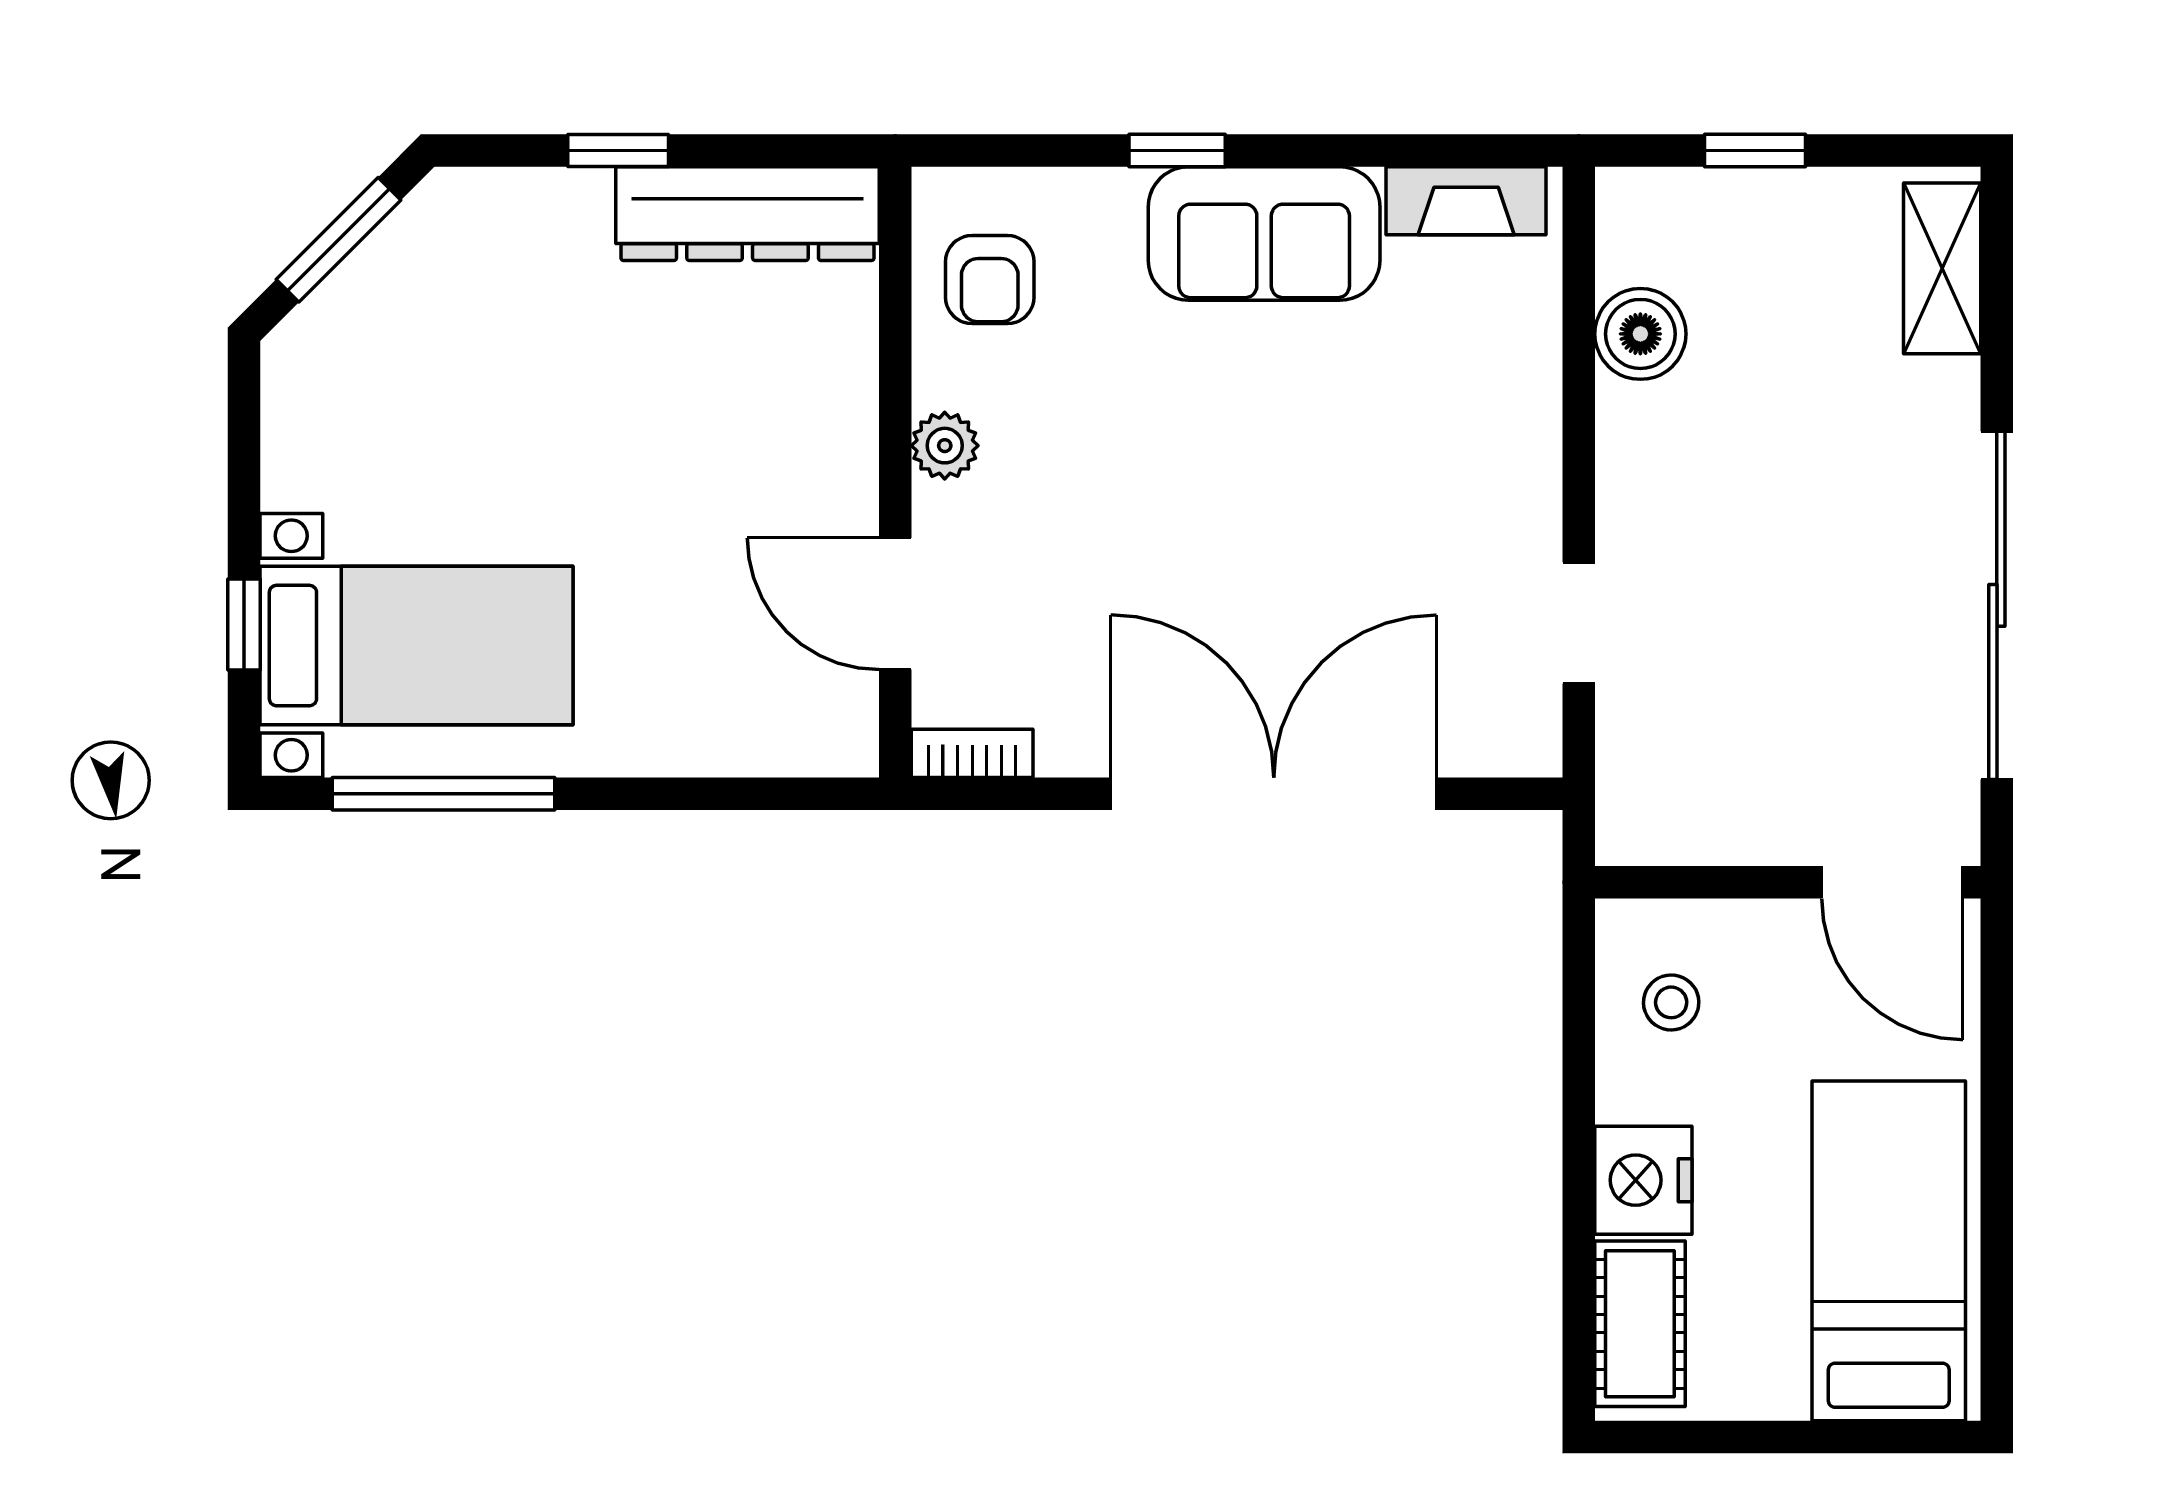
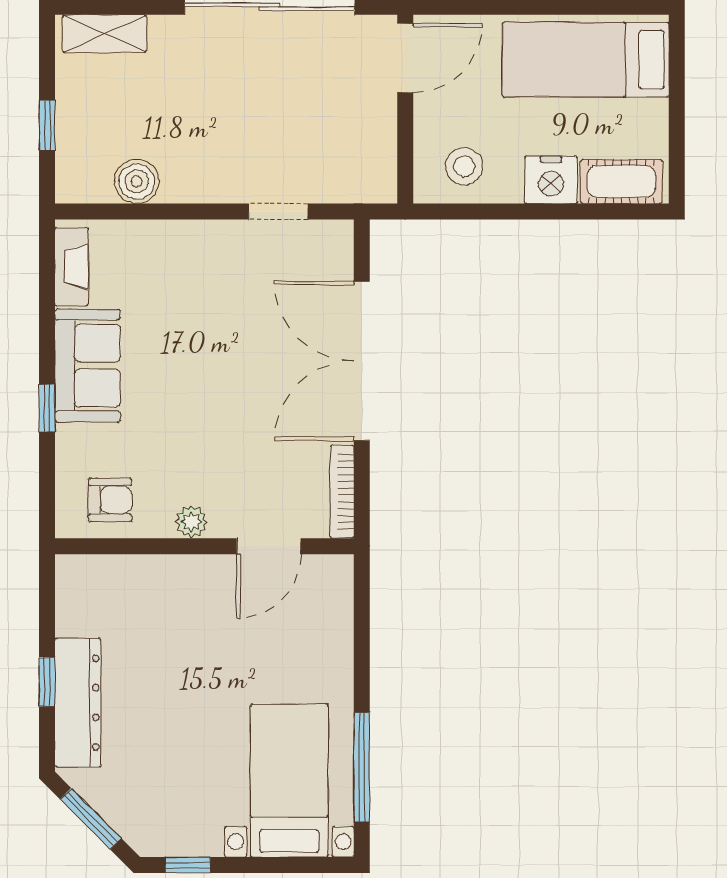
dresser: (747, 214) -> (78, 703), moved
window: (244, 624) -> (188, 865), moved
bookcase: (972, 753) -> (342, 492), width x1.56
stool: (1671, 1002) -> (464, 166), width x1.37, depth x1.37

